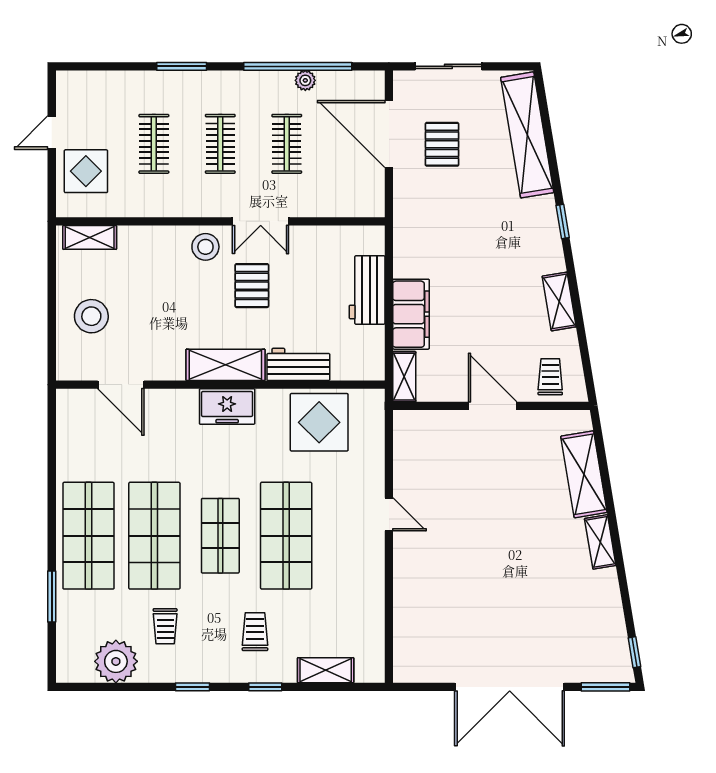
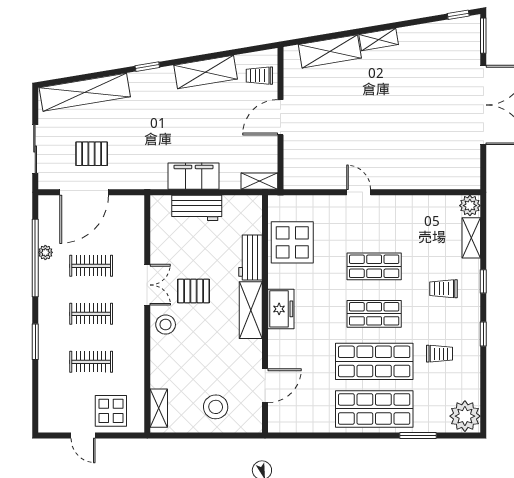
shelving: (559, 301) -> (206, 72), width x1.50, depth x1.33
filing cabinet: (411, 314) -> (194, 176), moved
door: (389, 514) -> (359, 192), hinge flipped
shop shelf: (286, 536) -> (374, 266), width x0.70, depth x0.74
plant: (116, 661) -> (465, 416), moved
plant: (370, 668) -> (470, 206), added

